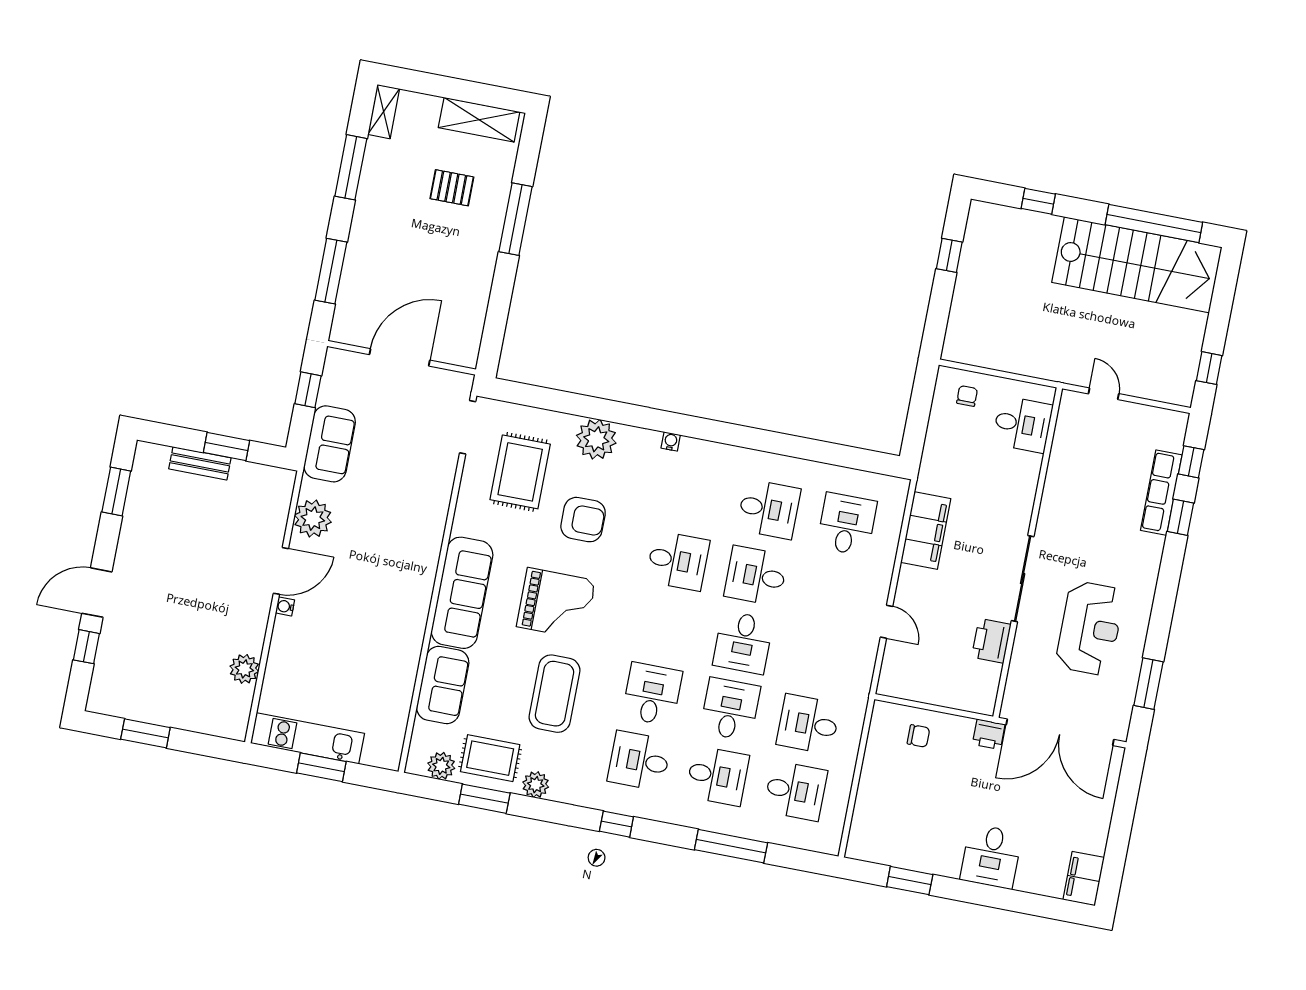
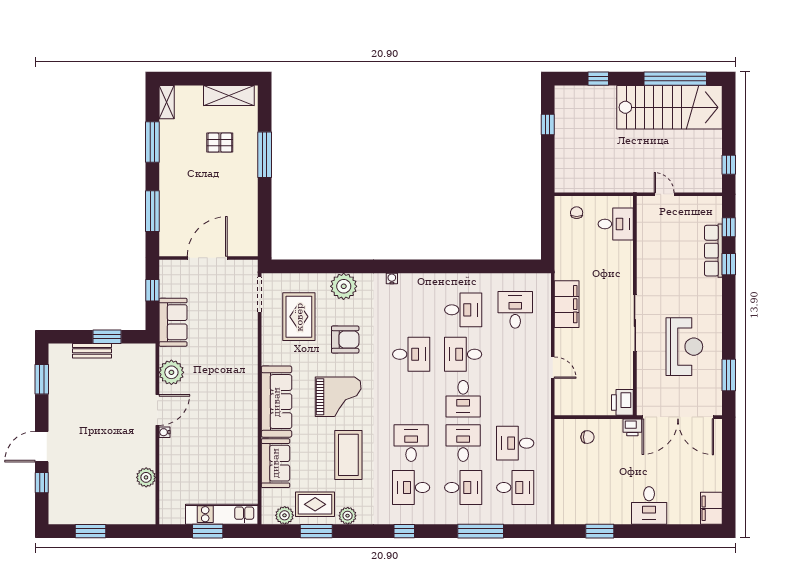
printer: (991, 641) -> (622, 402), moved
kitchen unit: (307, 738) -> (222, 514), moved

